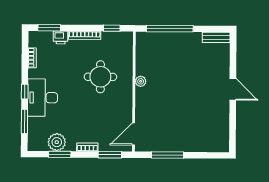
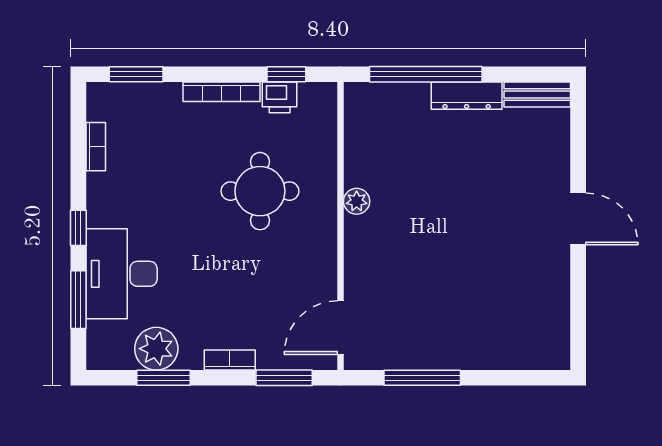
printer: (61, 38) -> (280, 97), moved
dresser: (187, 38) -> (467, 96), added
desk: (43, 98) -> (122, 274), moved

